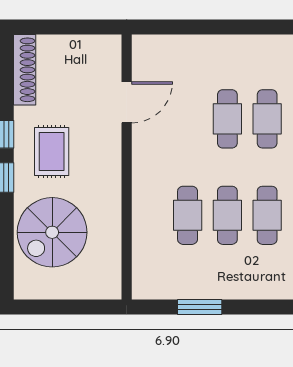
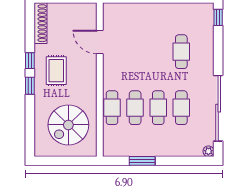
door: (127, 102) -> (100, 42), swing flipped
cafe table: (227, 119) -> (112, 108), moved
spiral stairs: (52, 232) -> (68, 125), moved

